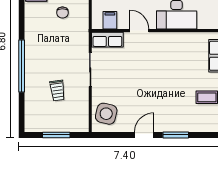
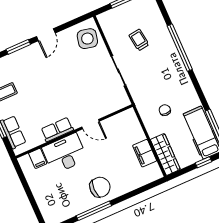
filing cabinet: (110, 20) -> (38, 158), moved
row of seats: (107, 40) -> (57, 130), moved

